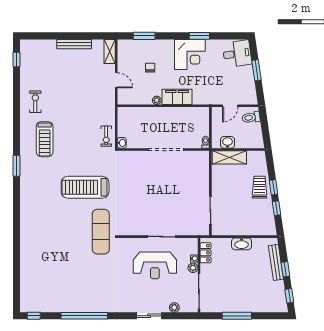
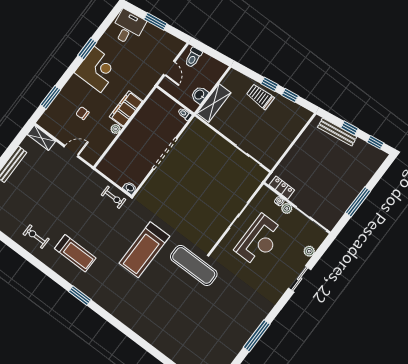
washbasin: (242, 244) -> (298, 150), removed
window: (84, 316) -> (257, 336), width x0.68

